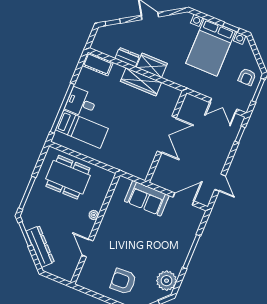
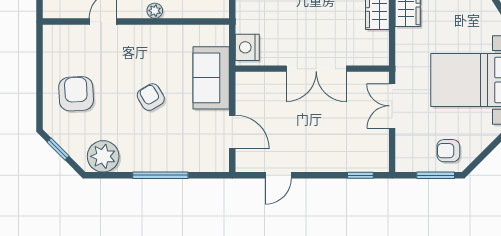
double door: (223, 106) -> (392, 106), moved
nightstand: (138, 170) -> (247, 47), added
armchair: (143, 238) -> (151, 97), added

